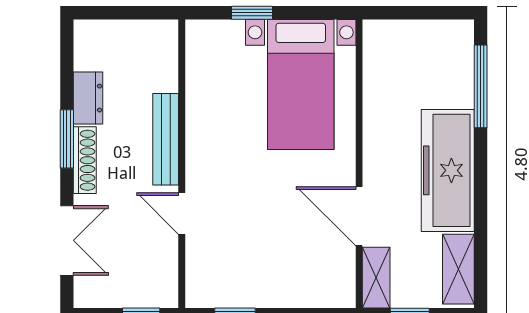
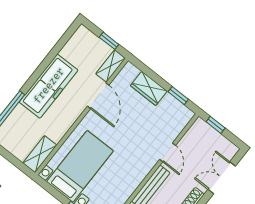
shelving: (458, 269) -> (40, 154), moved
wardrobe: (289, 290) -> (149, 88), added

